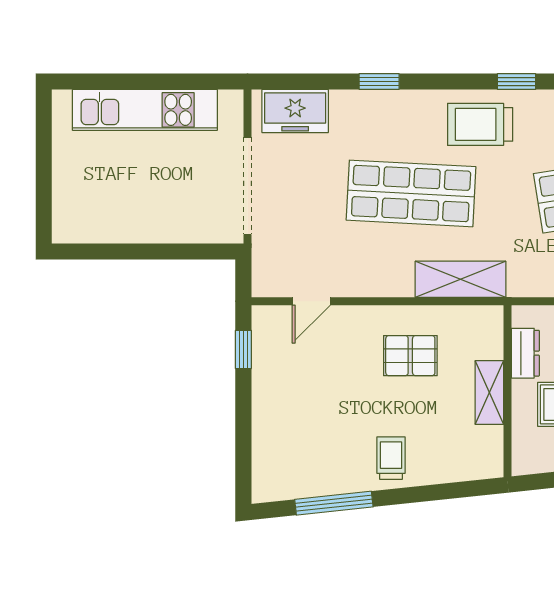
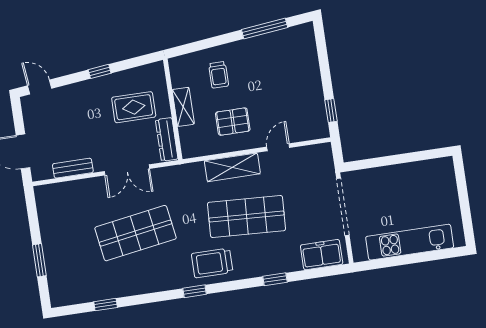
trolley: (480, 124) -> (212, 263), turned 180
shelving: (460, 279) -> (232, 167), moved
door: (311, 301) -> (278, 147), moved
dresser: (525, 353) -> (167, 139), width x1.44
trolley: (391, 458) -> (219, 75), moved

